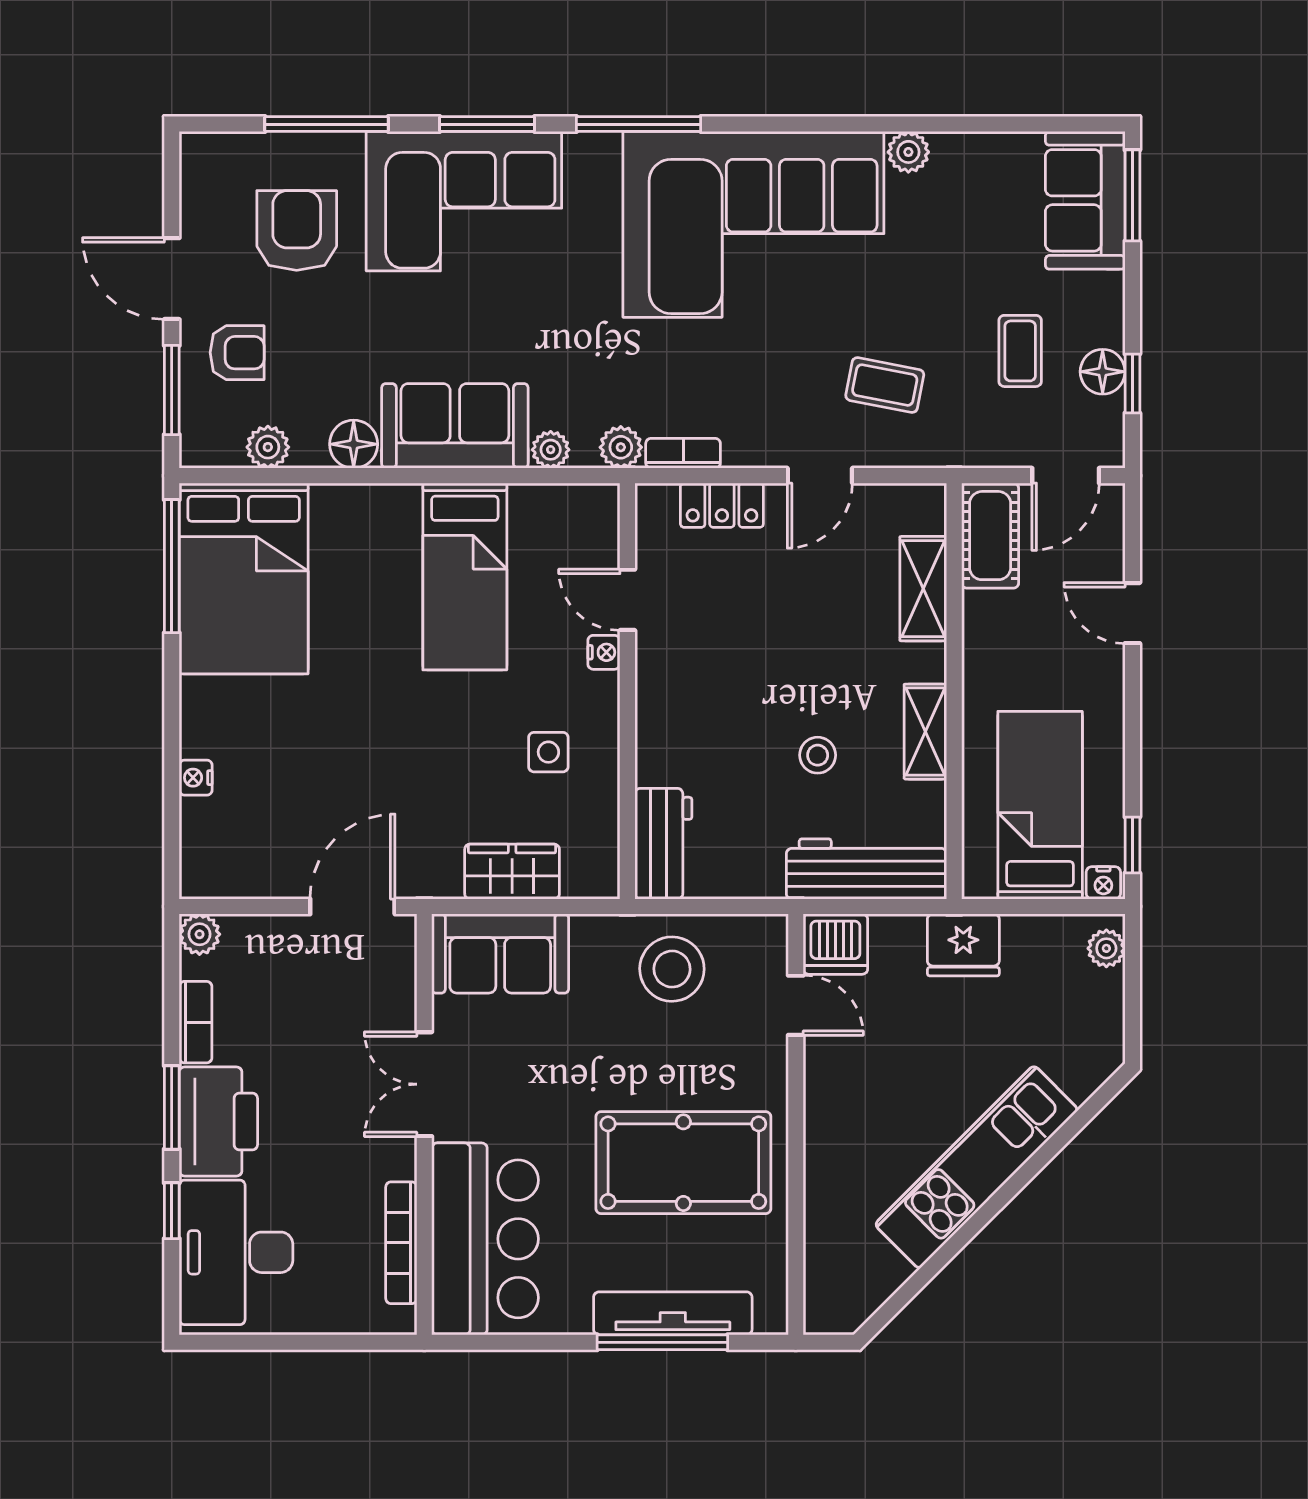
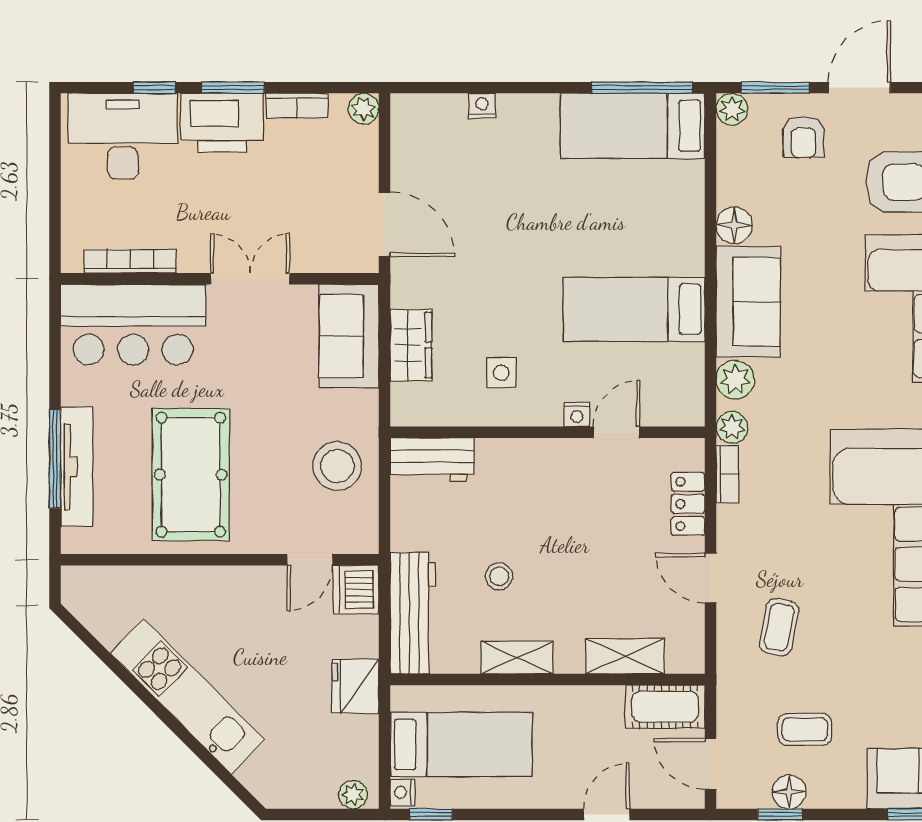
plant: (268, 447) -> (732, 109), moved
plant: (551, 450) -> (735, 379), width x1.38, depth x1.38
bed: (244, 579) -> (633, 126), width x0.67

